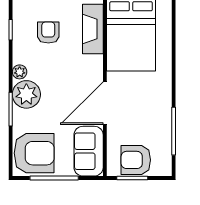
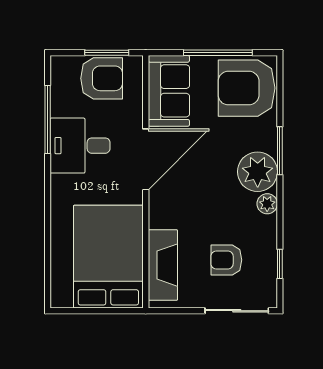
armchair: (48, 32) -> (226, 260), turned 90
desk: (151, 113) -> (80, 146), added

